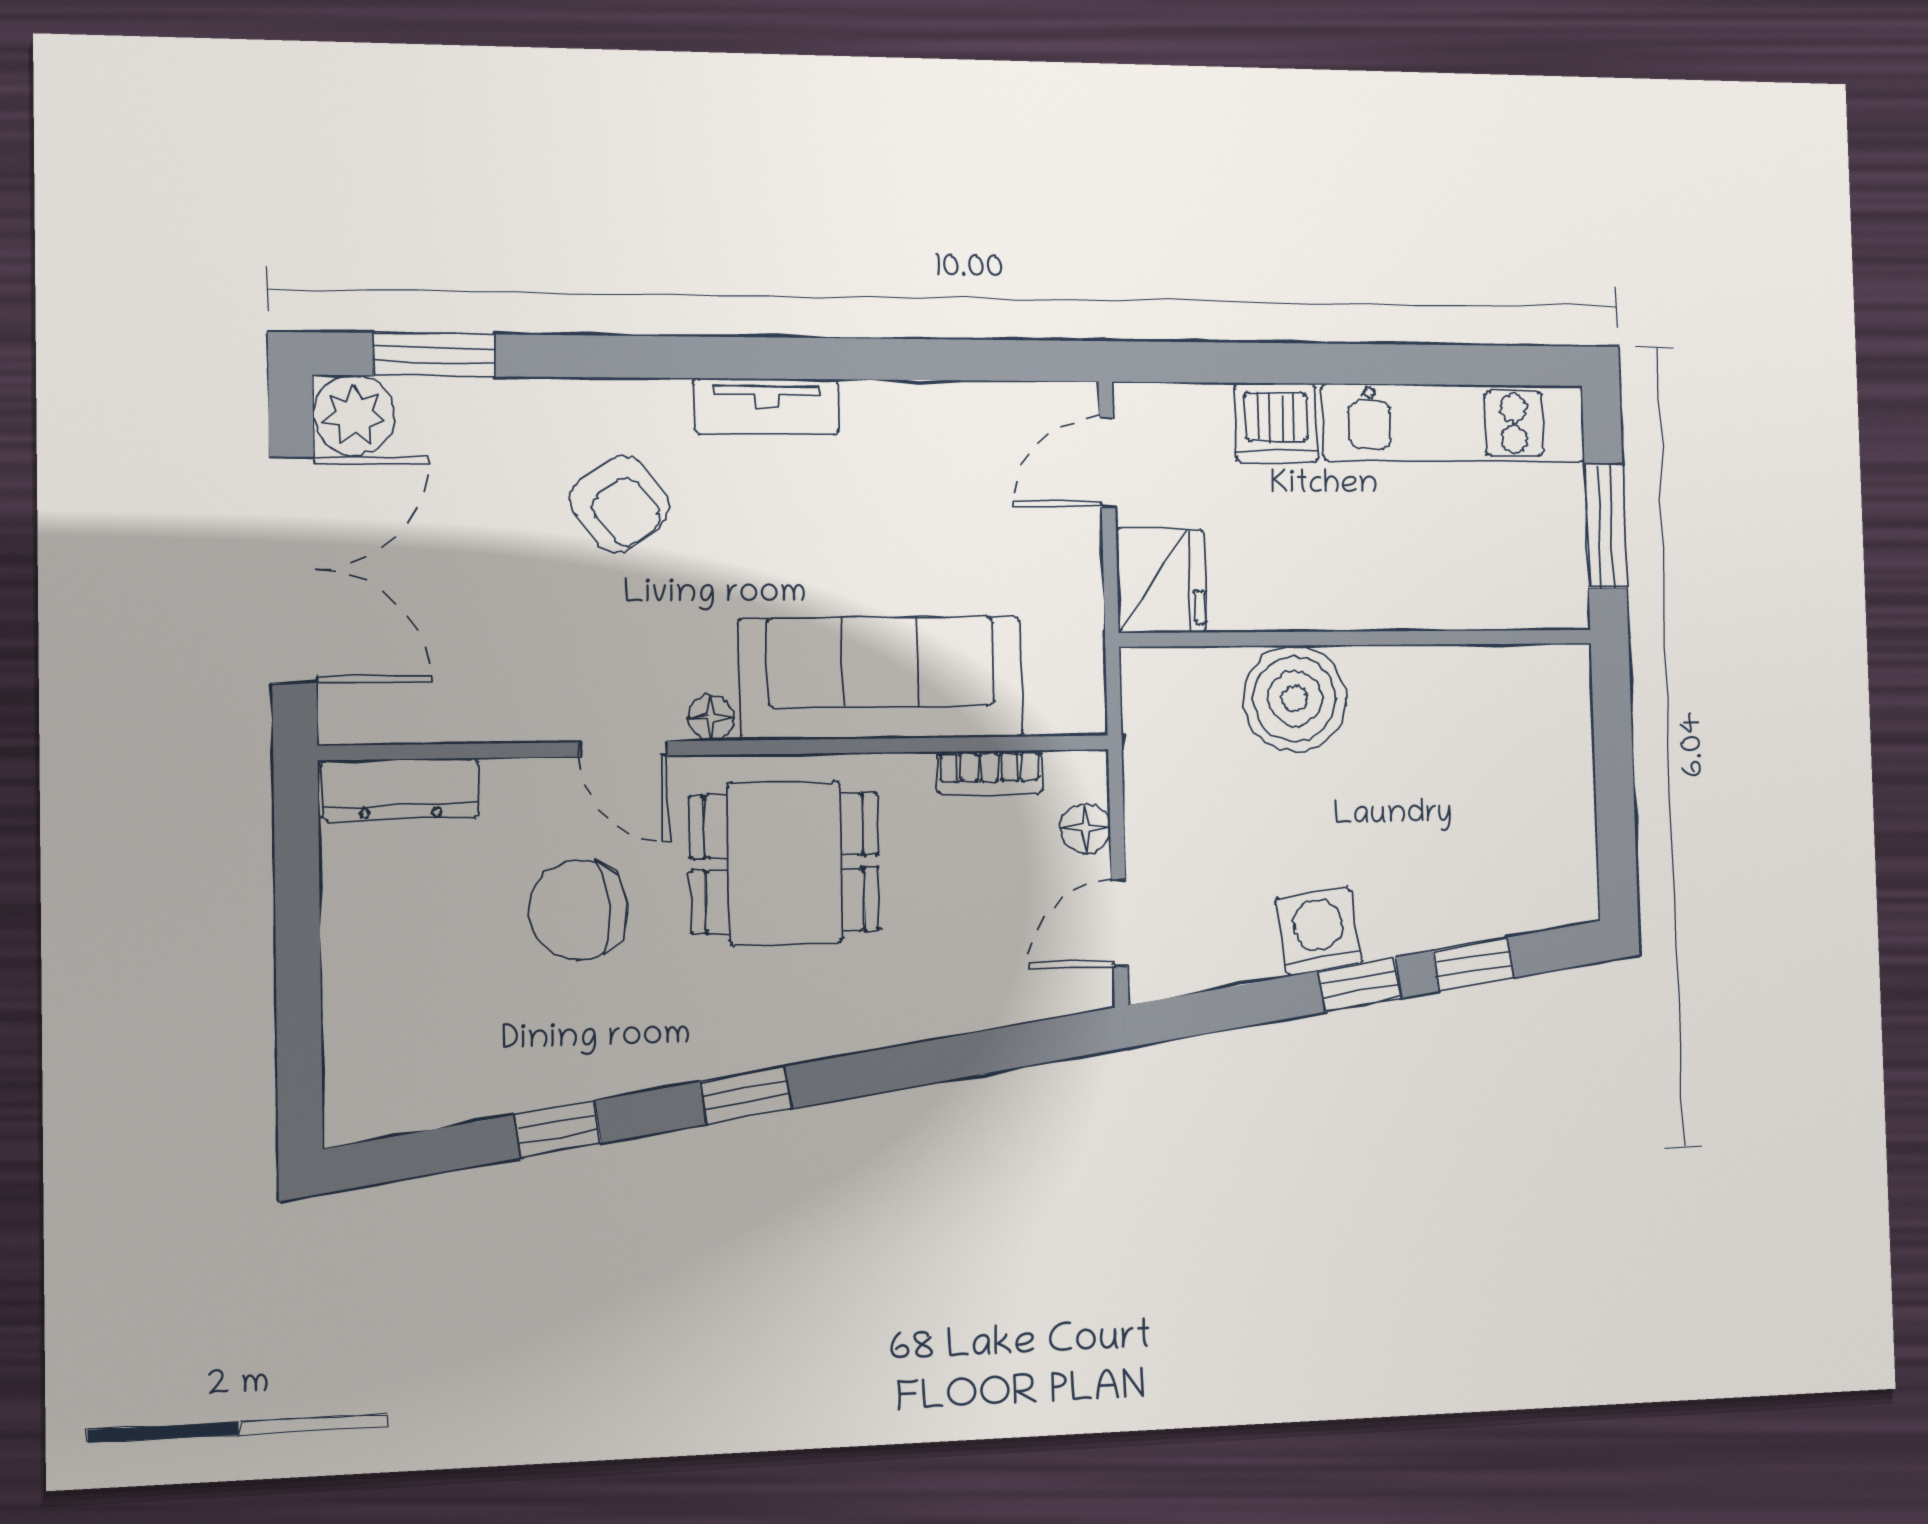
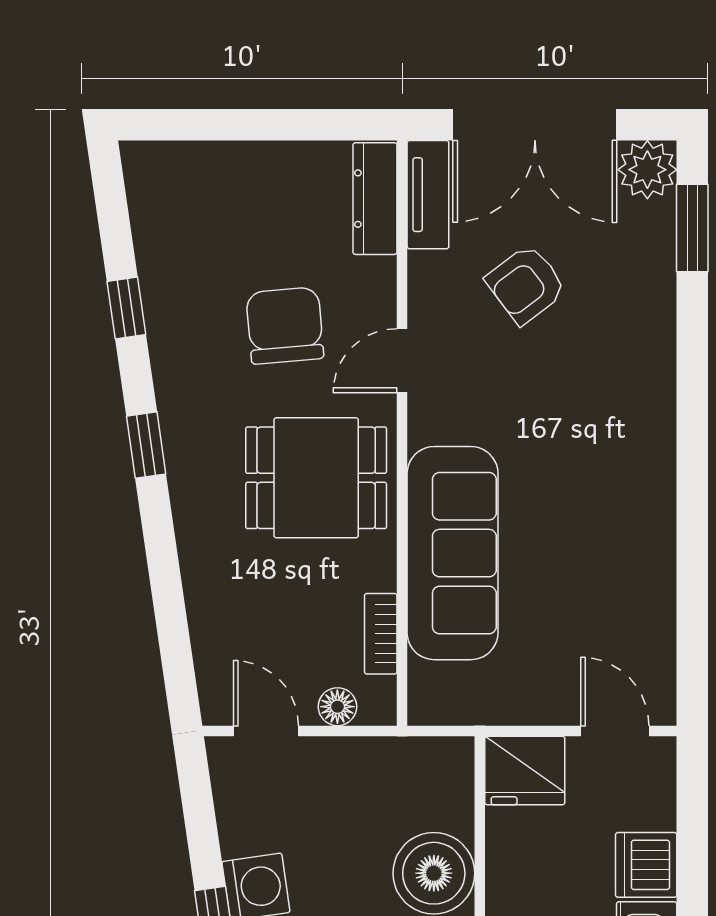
tv unit: (766, 406) -> (428, 195), moved, turned 180
armchair: (620, 504) -> (526, 284), moved
floor lamp: (711, 718) -> (424, 425), removed
dining table: (785, 863) -> (316, 478), turned 90

